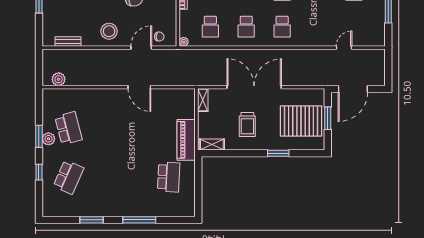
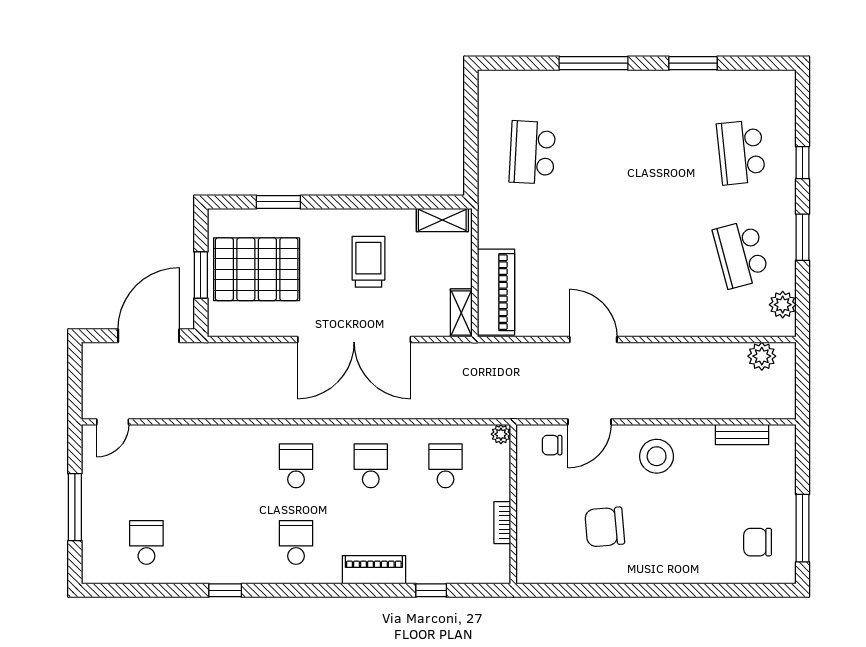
door: (344, 48) -> (113, 422), moved
plant: (48, 139) -> (783, 305), moved
piano: (186, 140) -> (496, 292), moved
window: (278, 153) -> (278, 202), moved
school desk: (68, 177) -> (741, 152), turned -30

